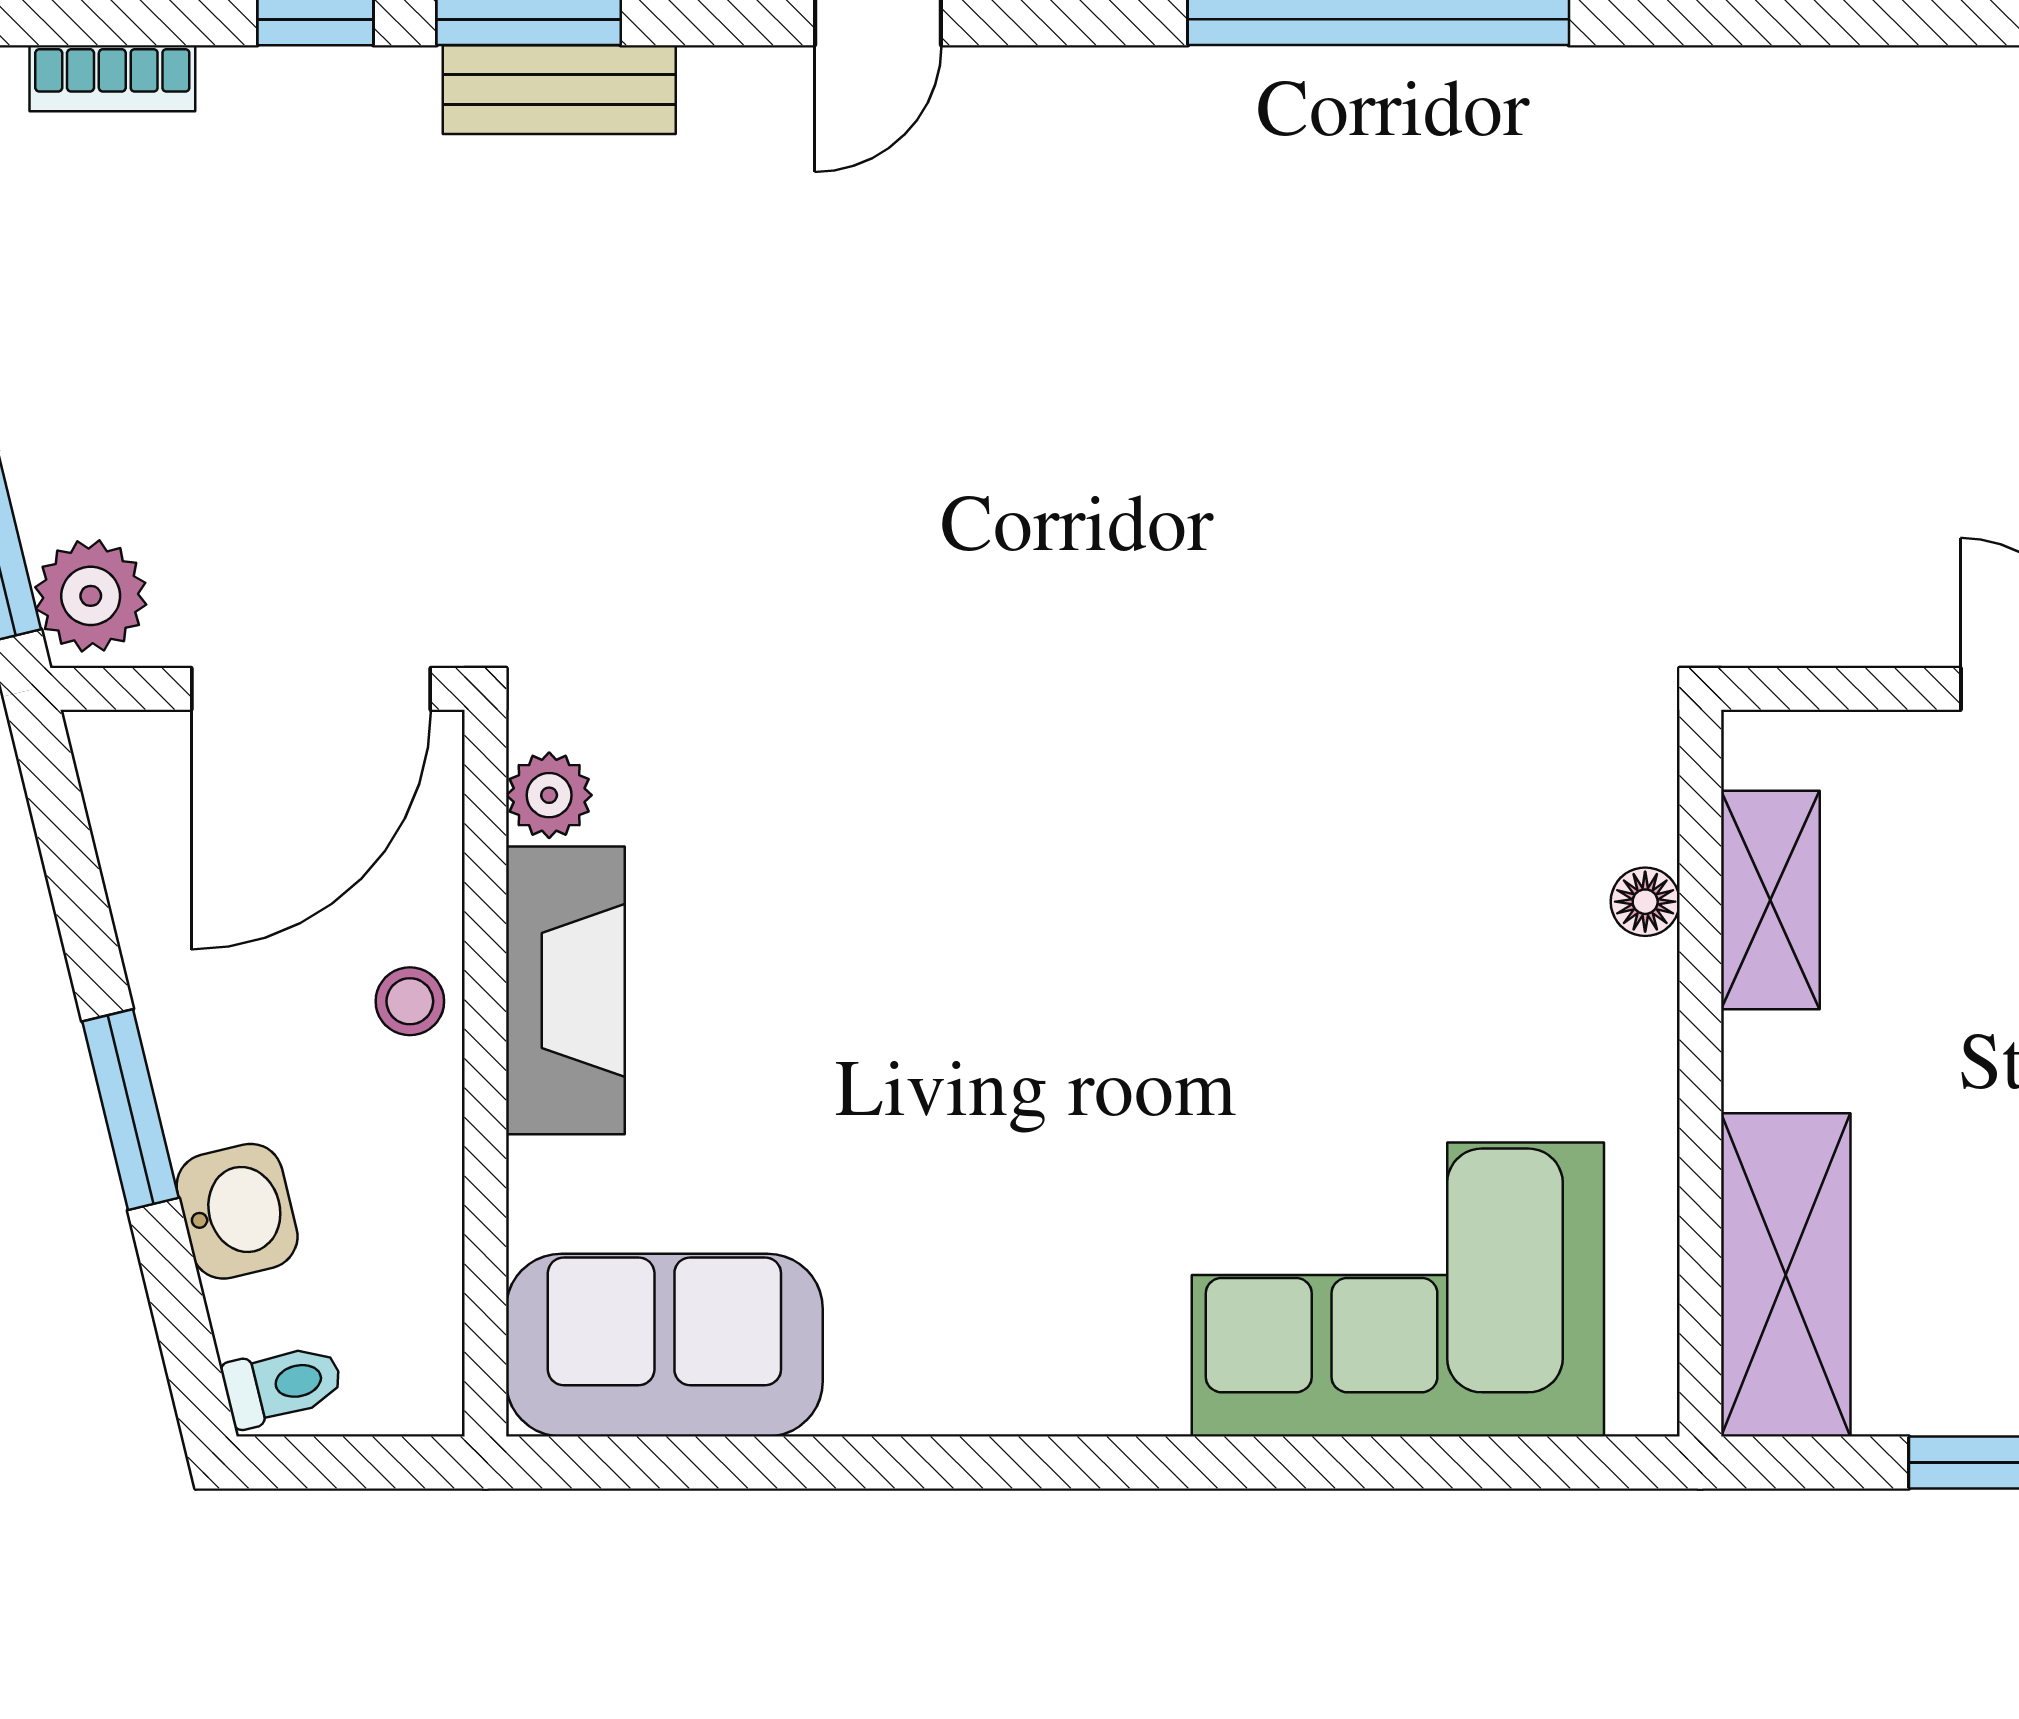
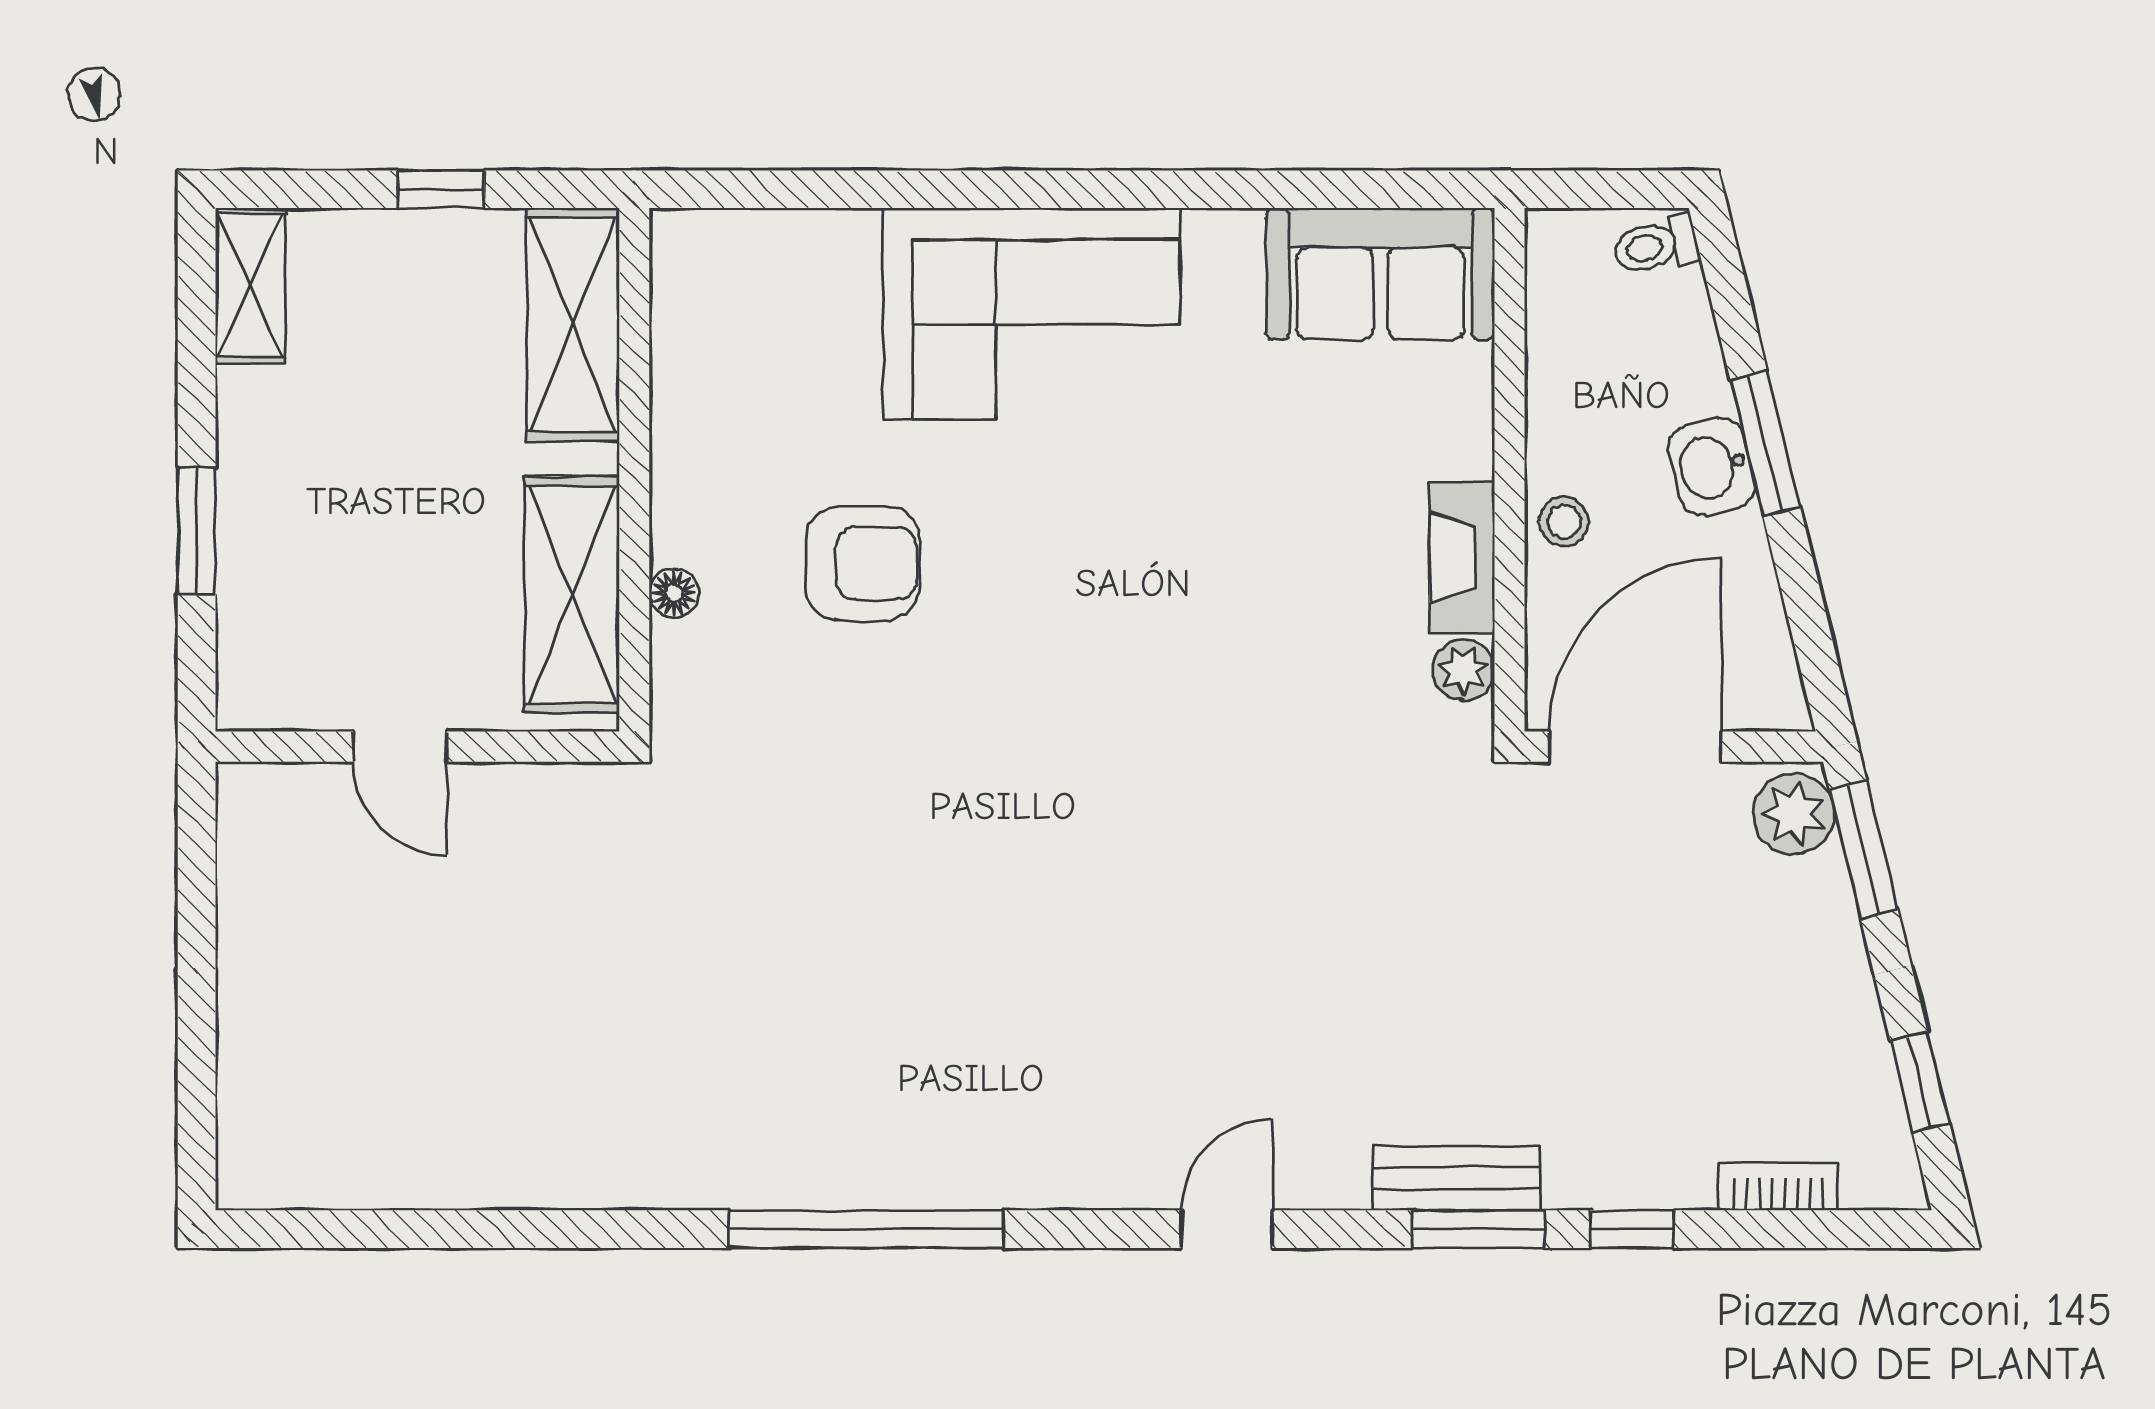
shelving: (1770, 900) -> (572, 595), width x1.50, depth x1.33
armchair: (1383, 943) -> (863, 563), added
fireplace: (565, 990) -> (1462, 557), width x0.73, depth x0.76
washbasin: (237, 1211) -> (1712, 466), moved
corner sofa: (1398, 1290) -> (1031, 314), moved

